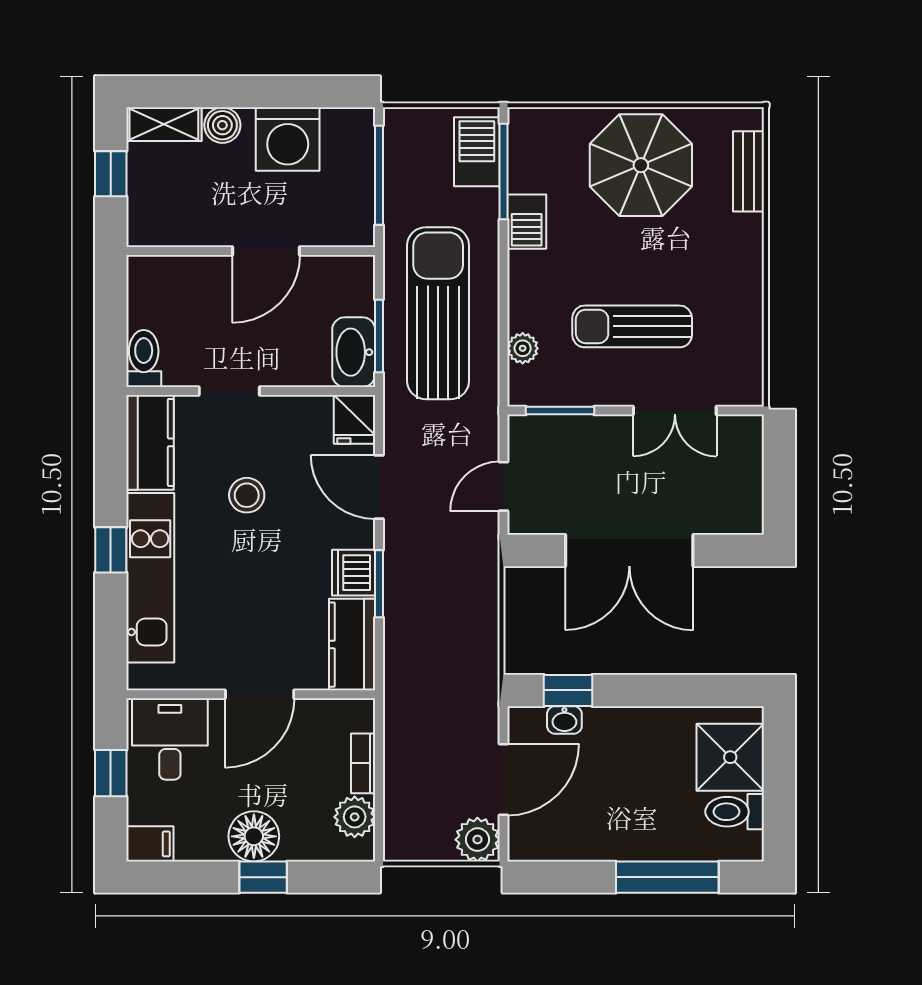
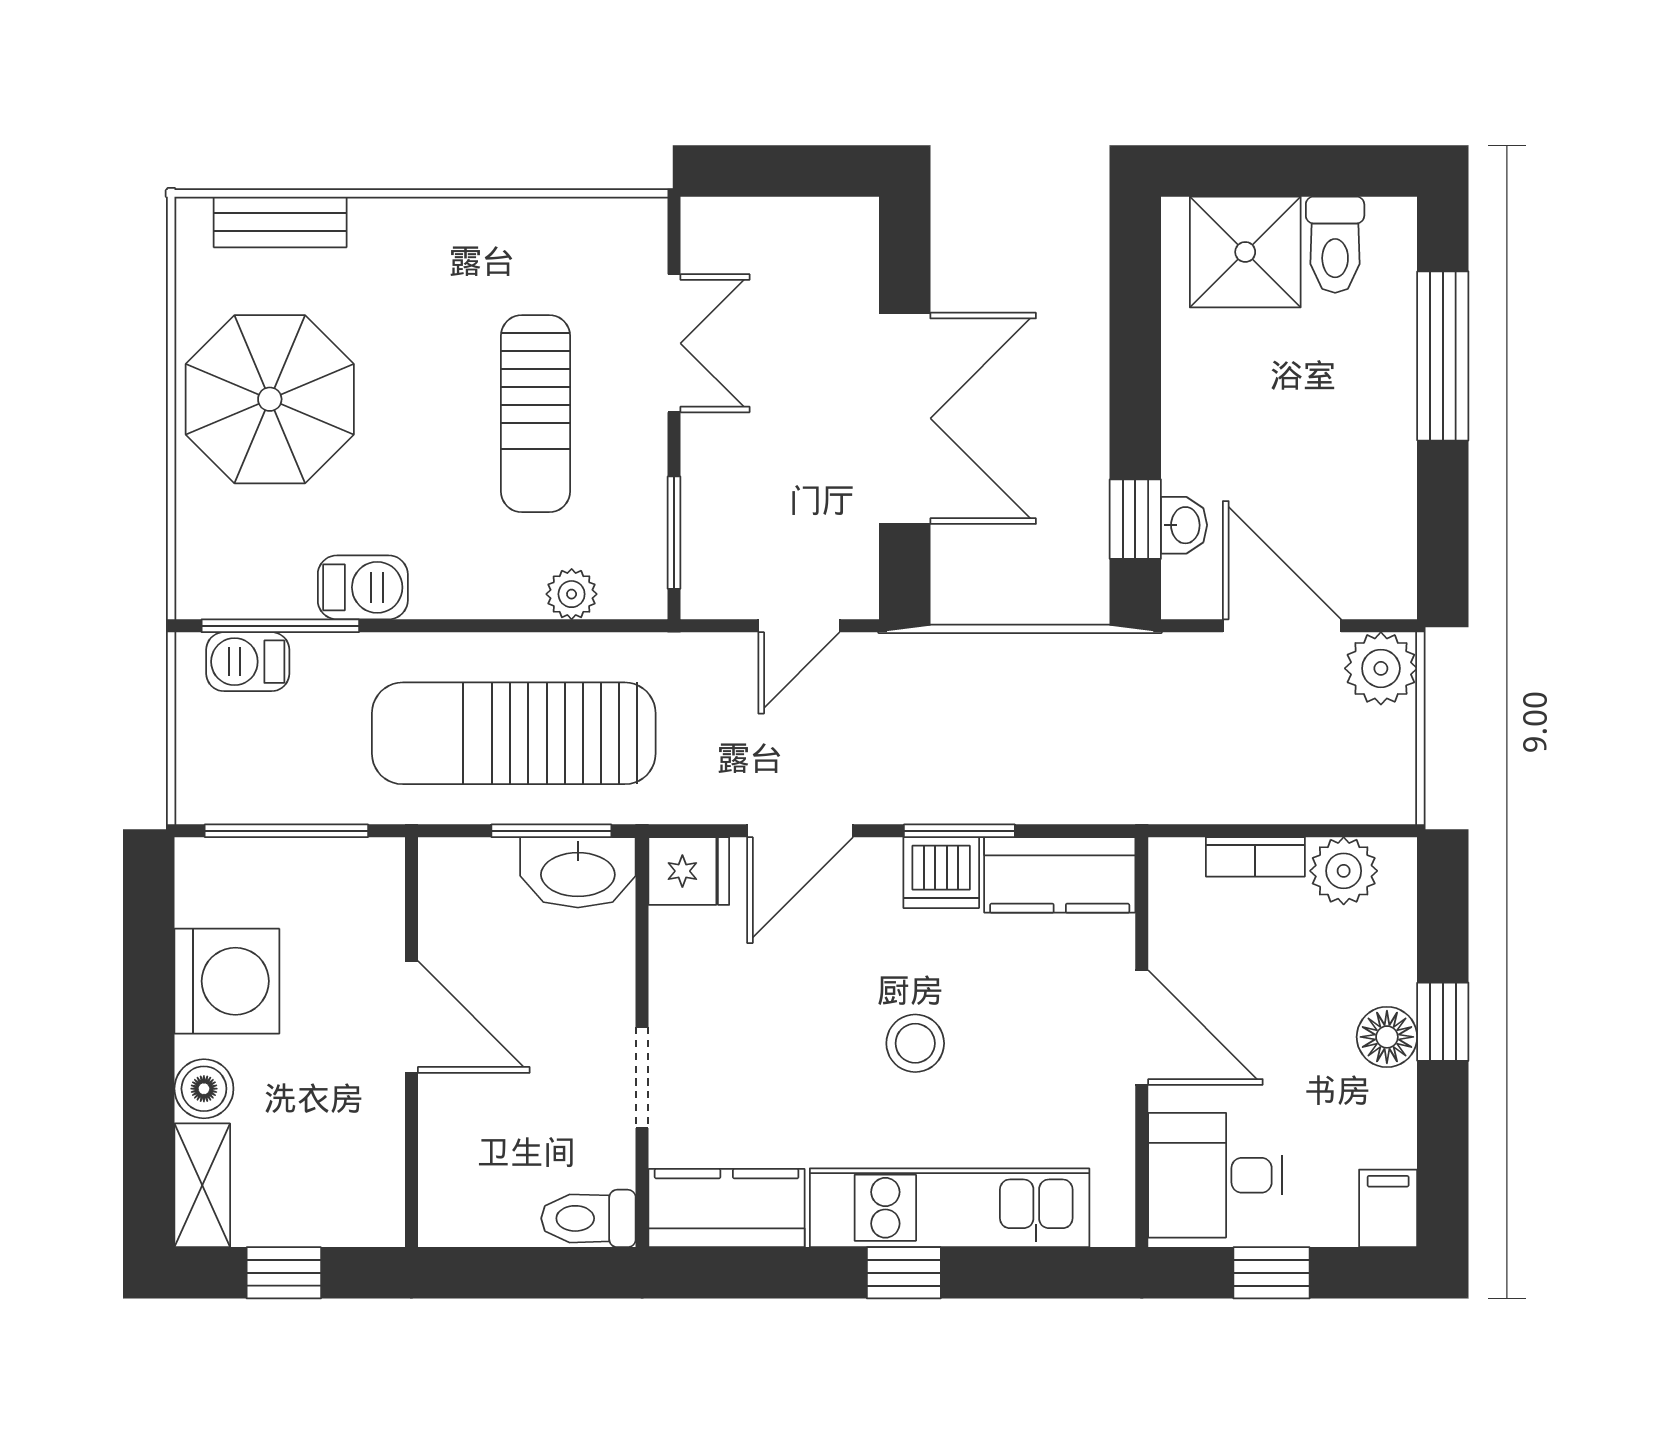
barbecue: (477, 152) -> (248, 662), width x0.73, depth x0.79
door: (503, 486) -> (799, 626), hinge flipped
stool: (247, 495) -> (915, 1043), moved
floor lamp: (254, 836) -> (1387, 1037), width x0.73, depth x0.73

